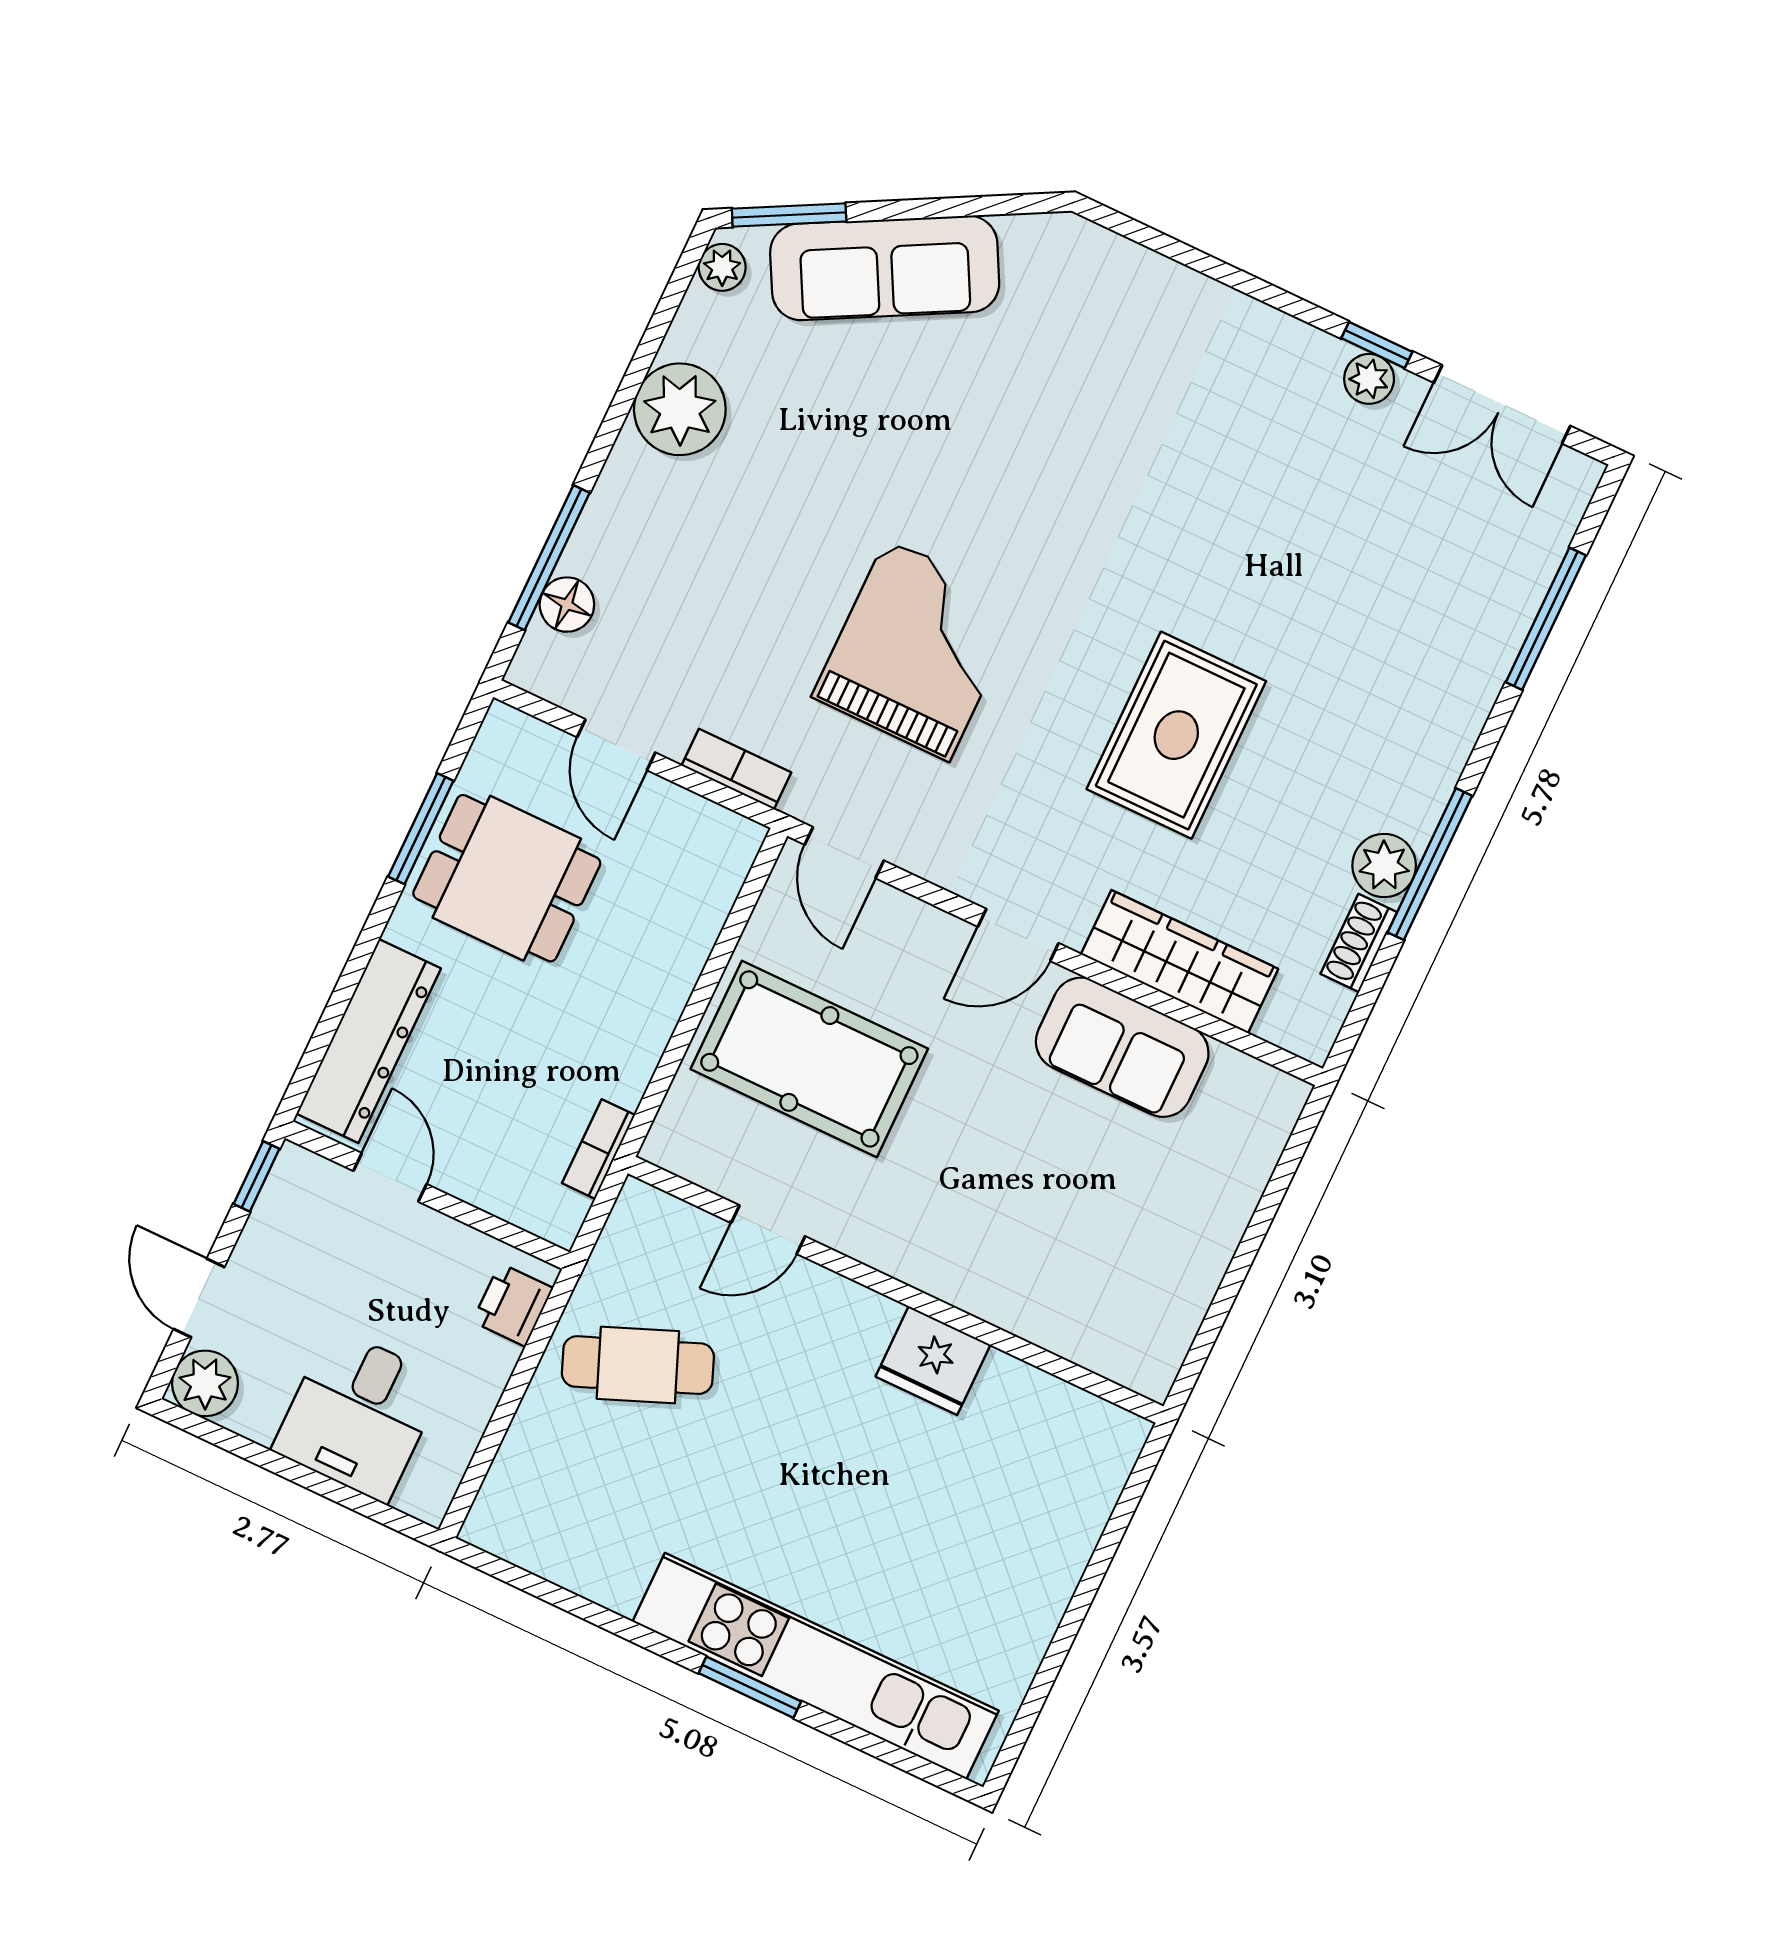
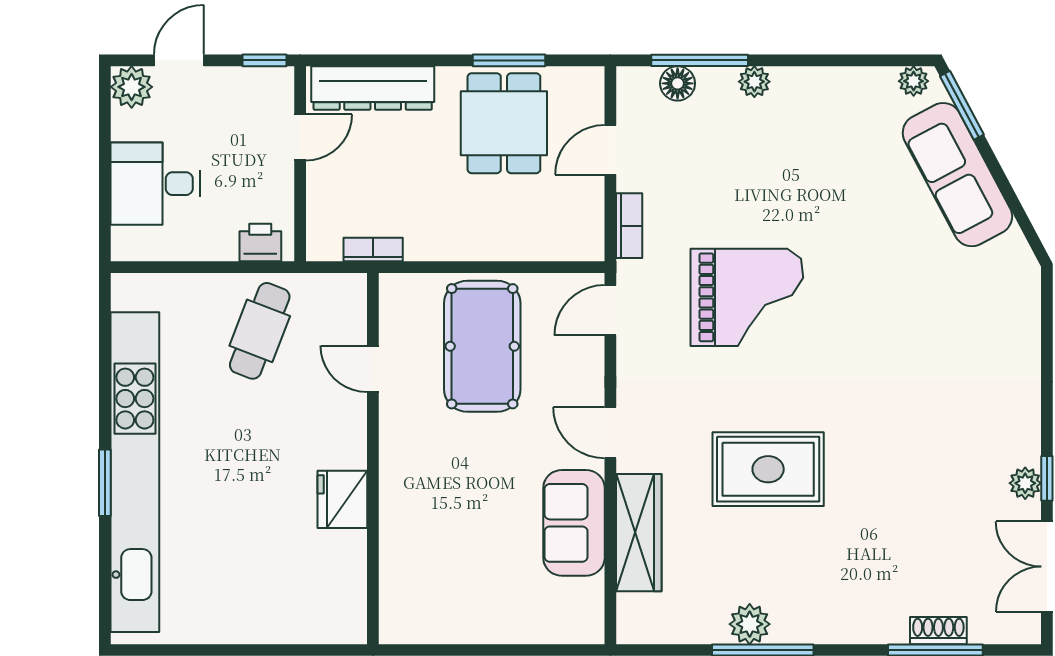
plant: (680, 409) -> (754, 82), moved, width x0.53, depth x0.53
shoe rack: (1359, 943) -> (938, 631), moved
cafe table: (638, 1365) -> (260, 331), turned 43
kitchen unit: (816, 1666) -> (135, 472), width x1.36

